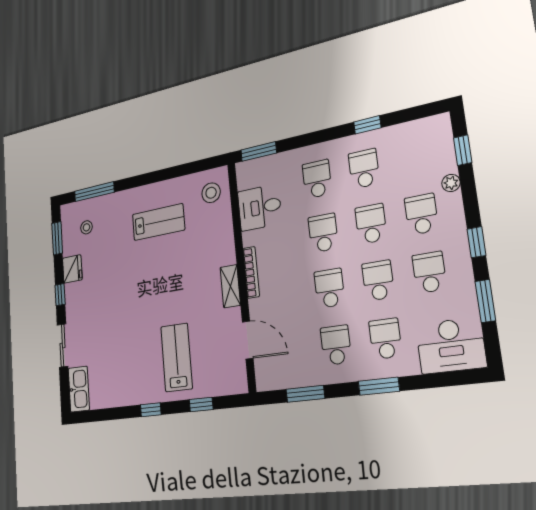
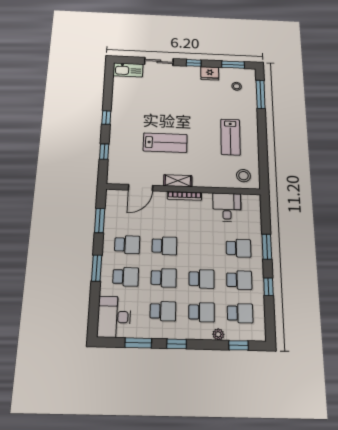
window: (259, 151) -> (267, 247), moved
school desk: (323, 233) -> (240, 313), moved
lab bench: (177, 357) -> (165, 143), moved

